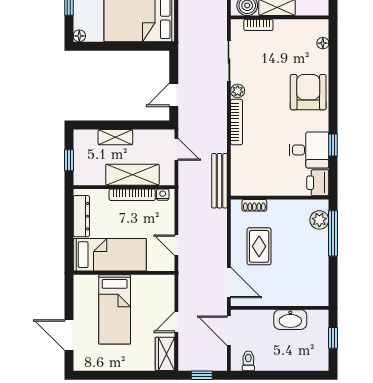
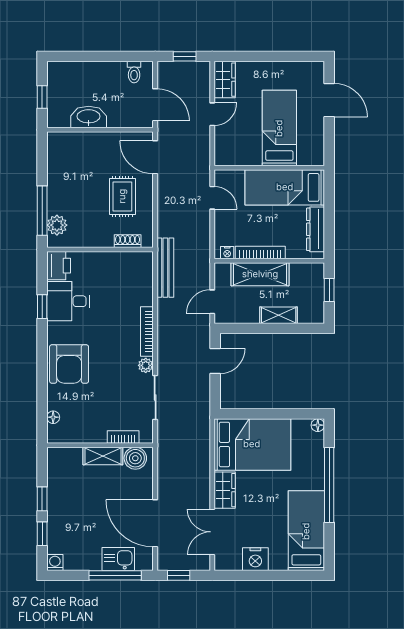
door: (176, 149) -> (212, 302), hinge flipped

